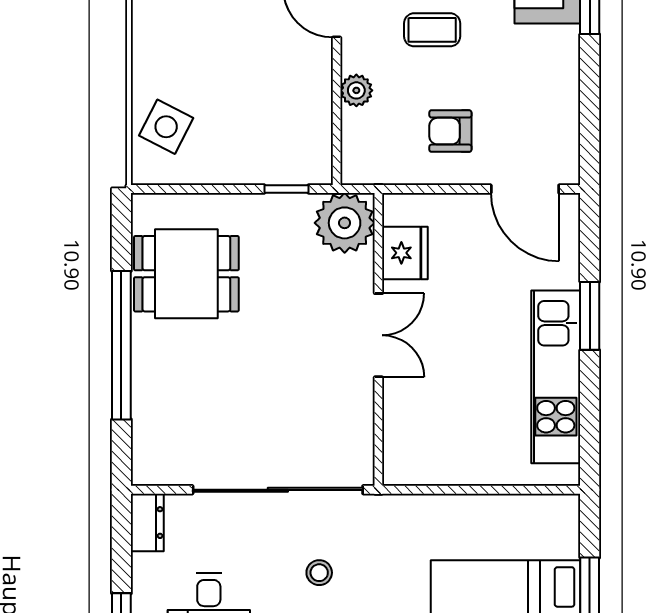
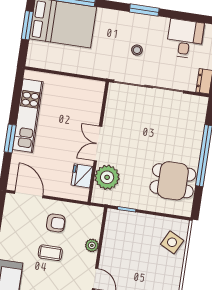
coffee table: (432, 30) -> (50, 253), moved
plant: (345, 223) -> (107, 177), moved

